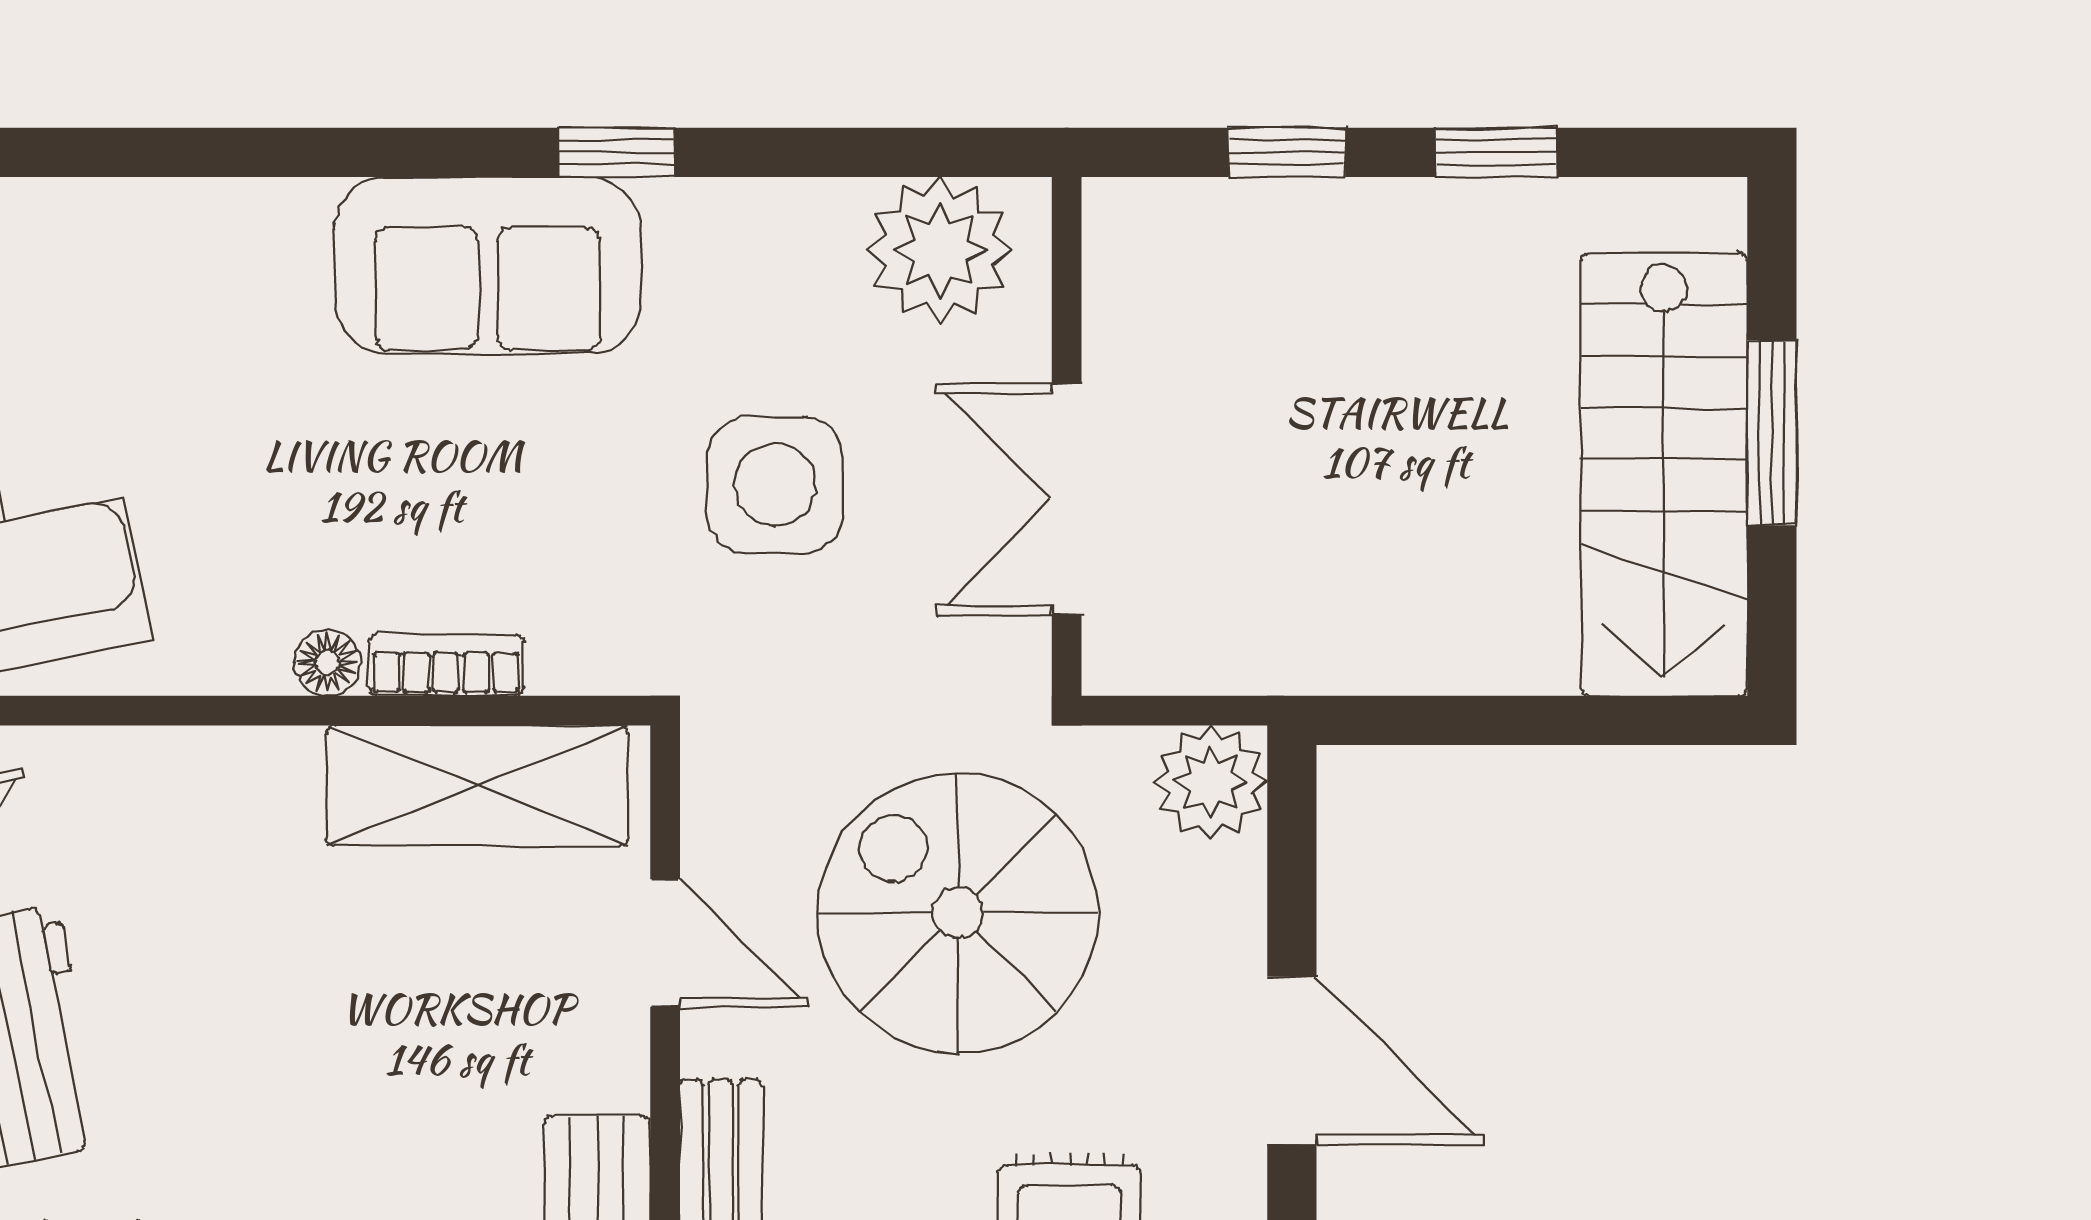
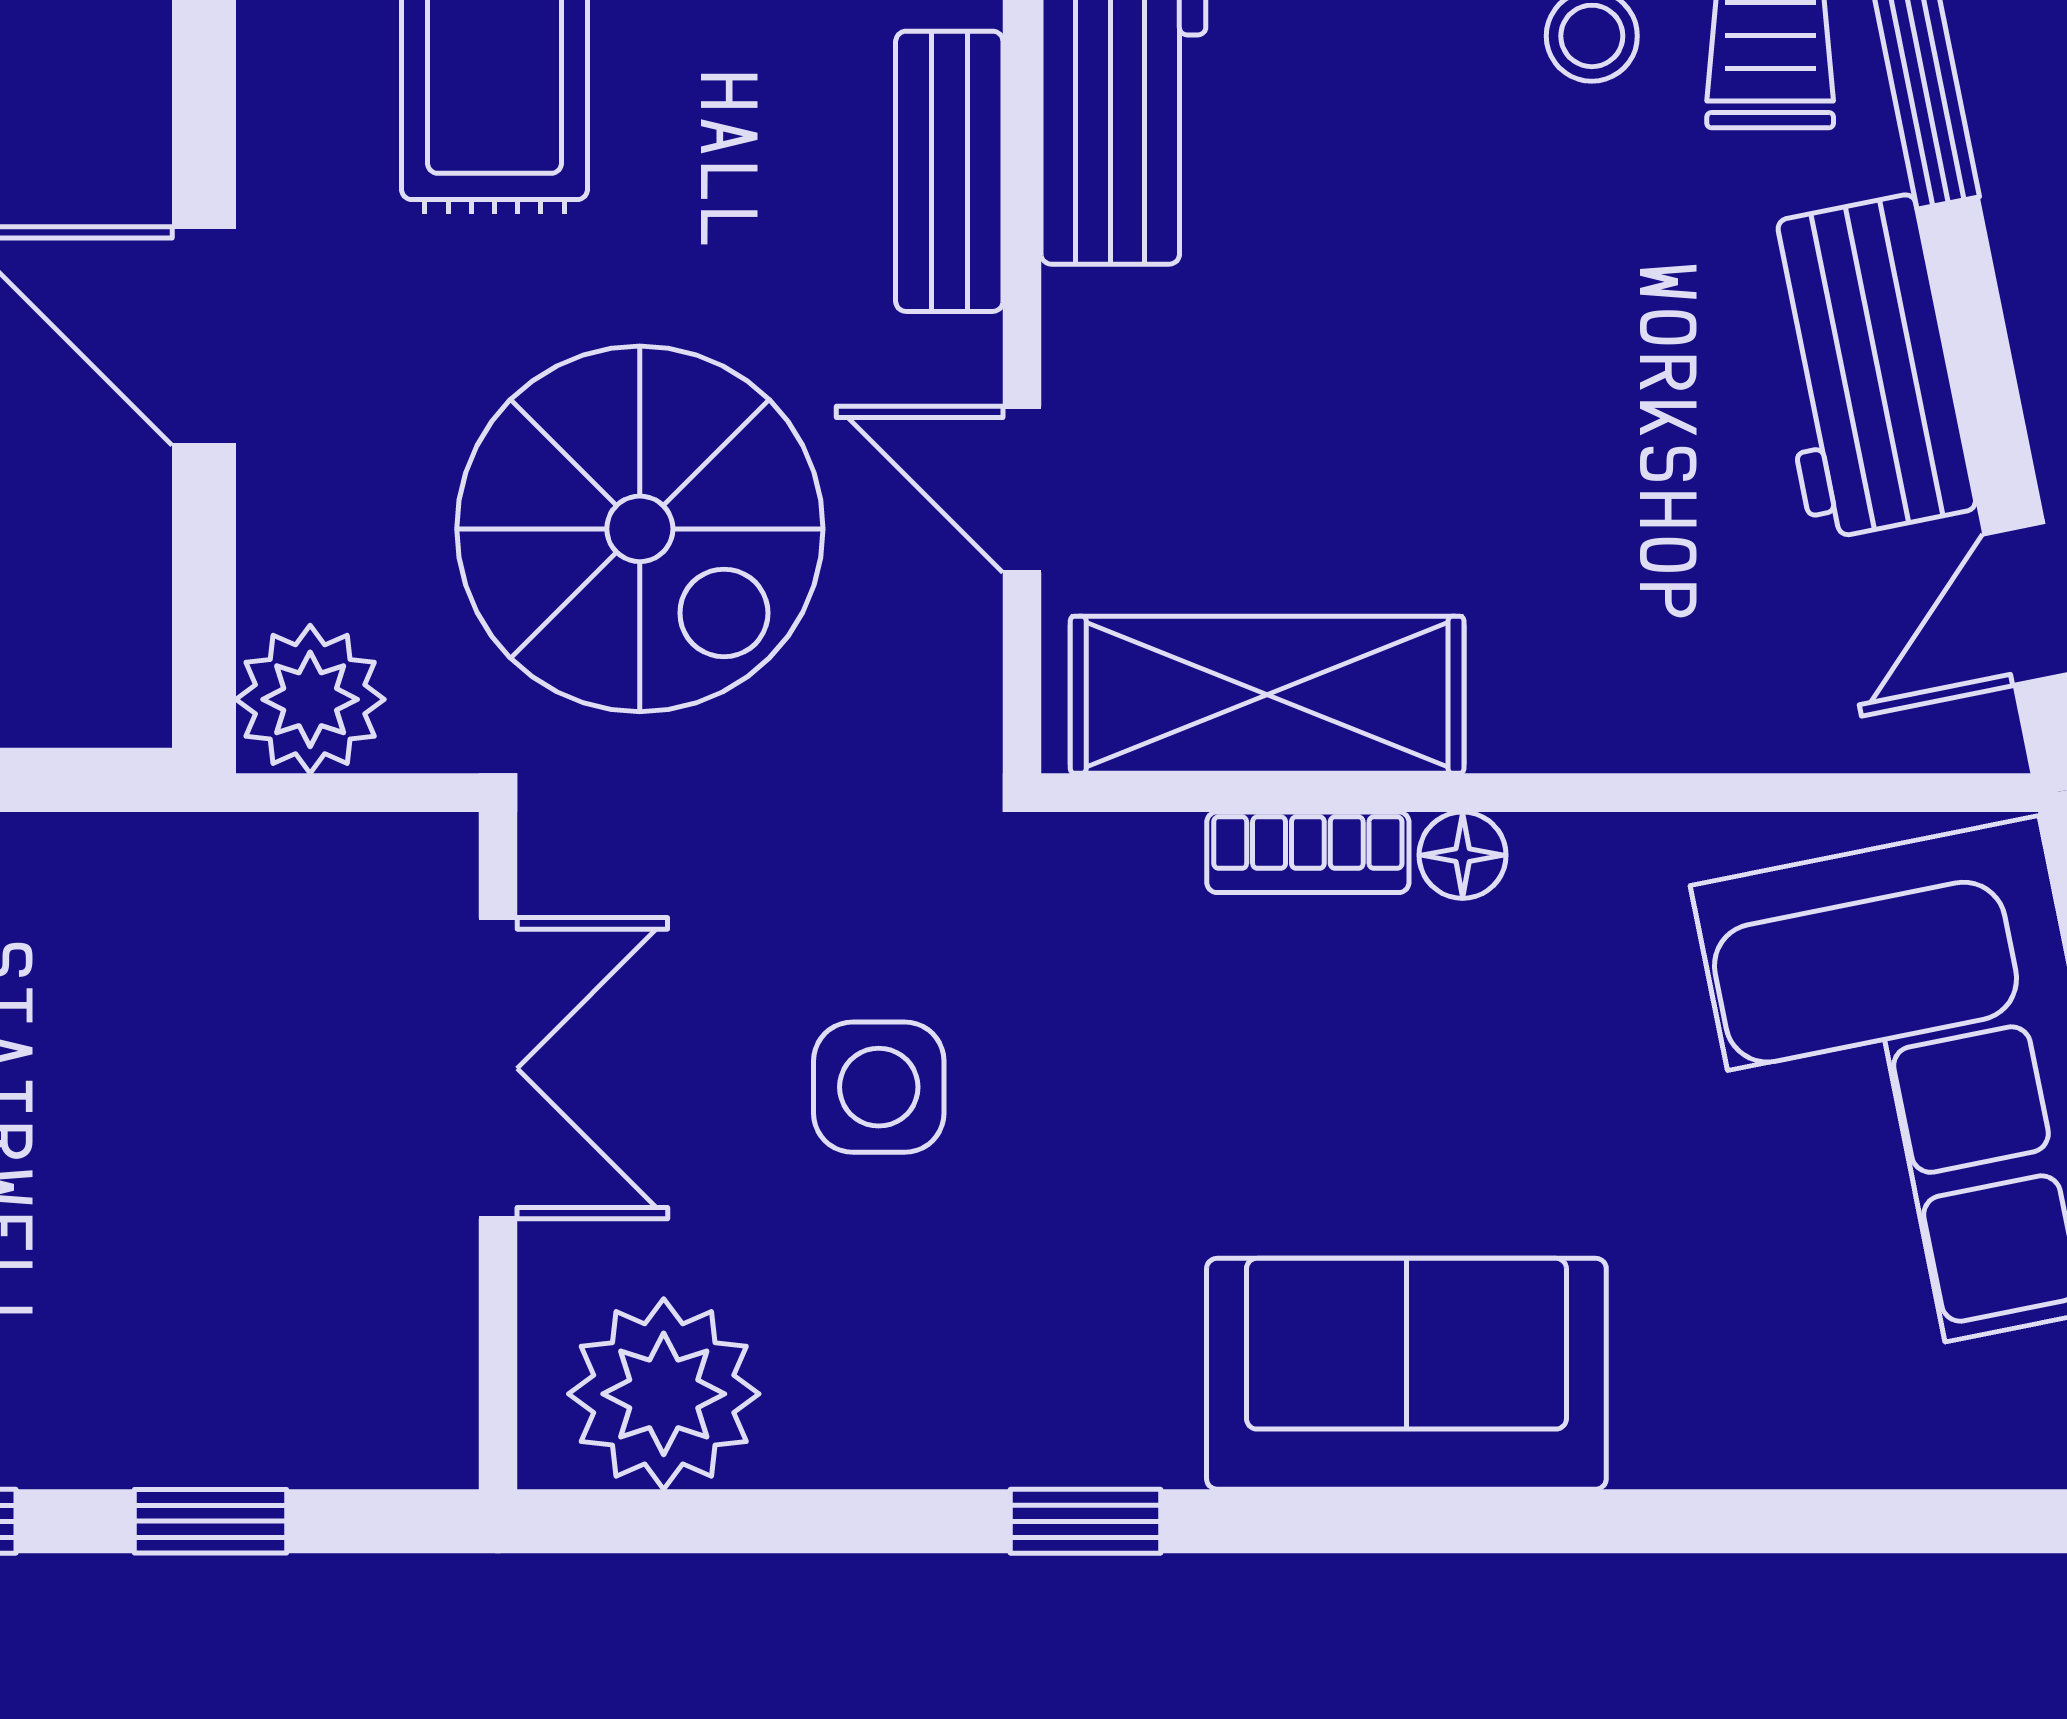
sofa: (487, 265) -> (1406, 1374), moved
side table: (775, 485) -> (879, 1087), width x0.73, depth x0.73

